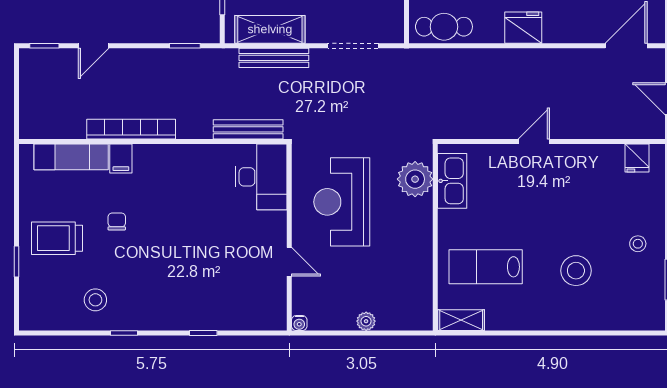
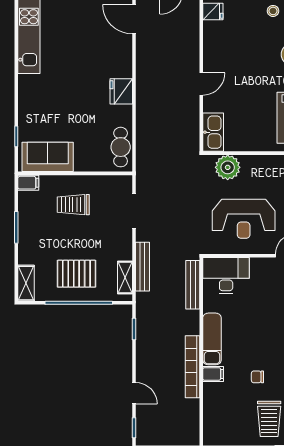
shelving: (270, 29) -> (125, 278), width x0.67, depth x0.75
door: (534, 141) -> (201, 84), swing flipped
exam couch: (71, 157) -> (212, 339), moved
kitchen sink: (452, 181) -> (213, 132), moved, turned 90

